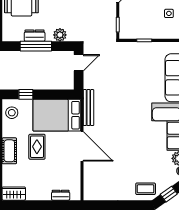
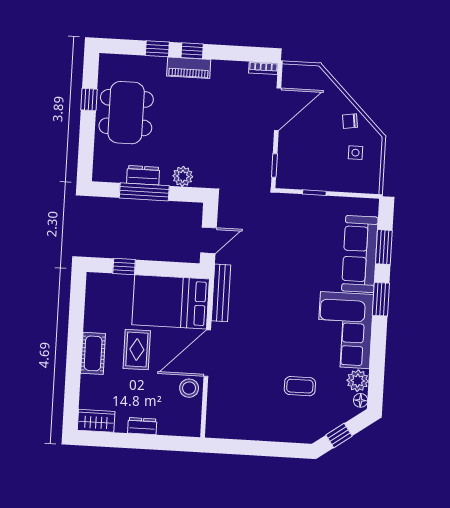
door: (79, 63) -> (209, 240), moved
stool: (12, 113) -> (189, 388), moved
door: (82, 146) -> (207, 353), swing flipped
coffee table: (146, 189) -> (300, 386), moved
dresser: (61, 195) -> (142, 426), moved

